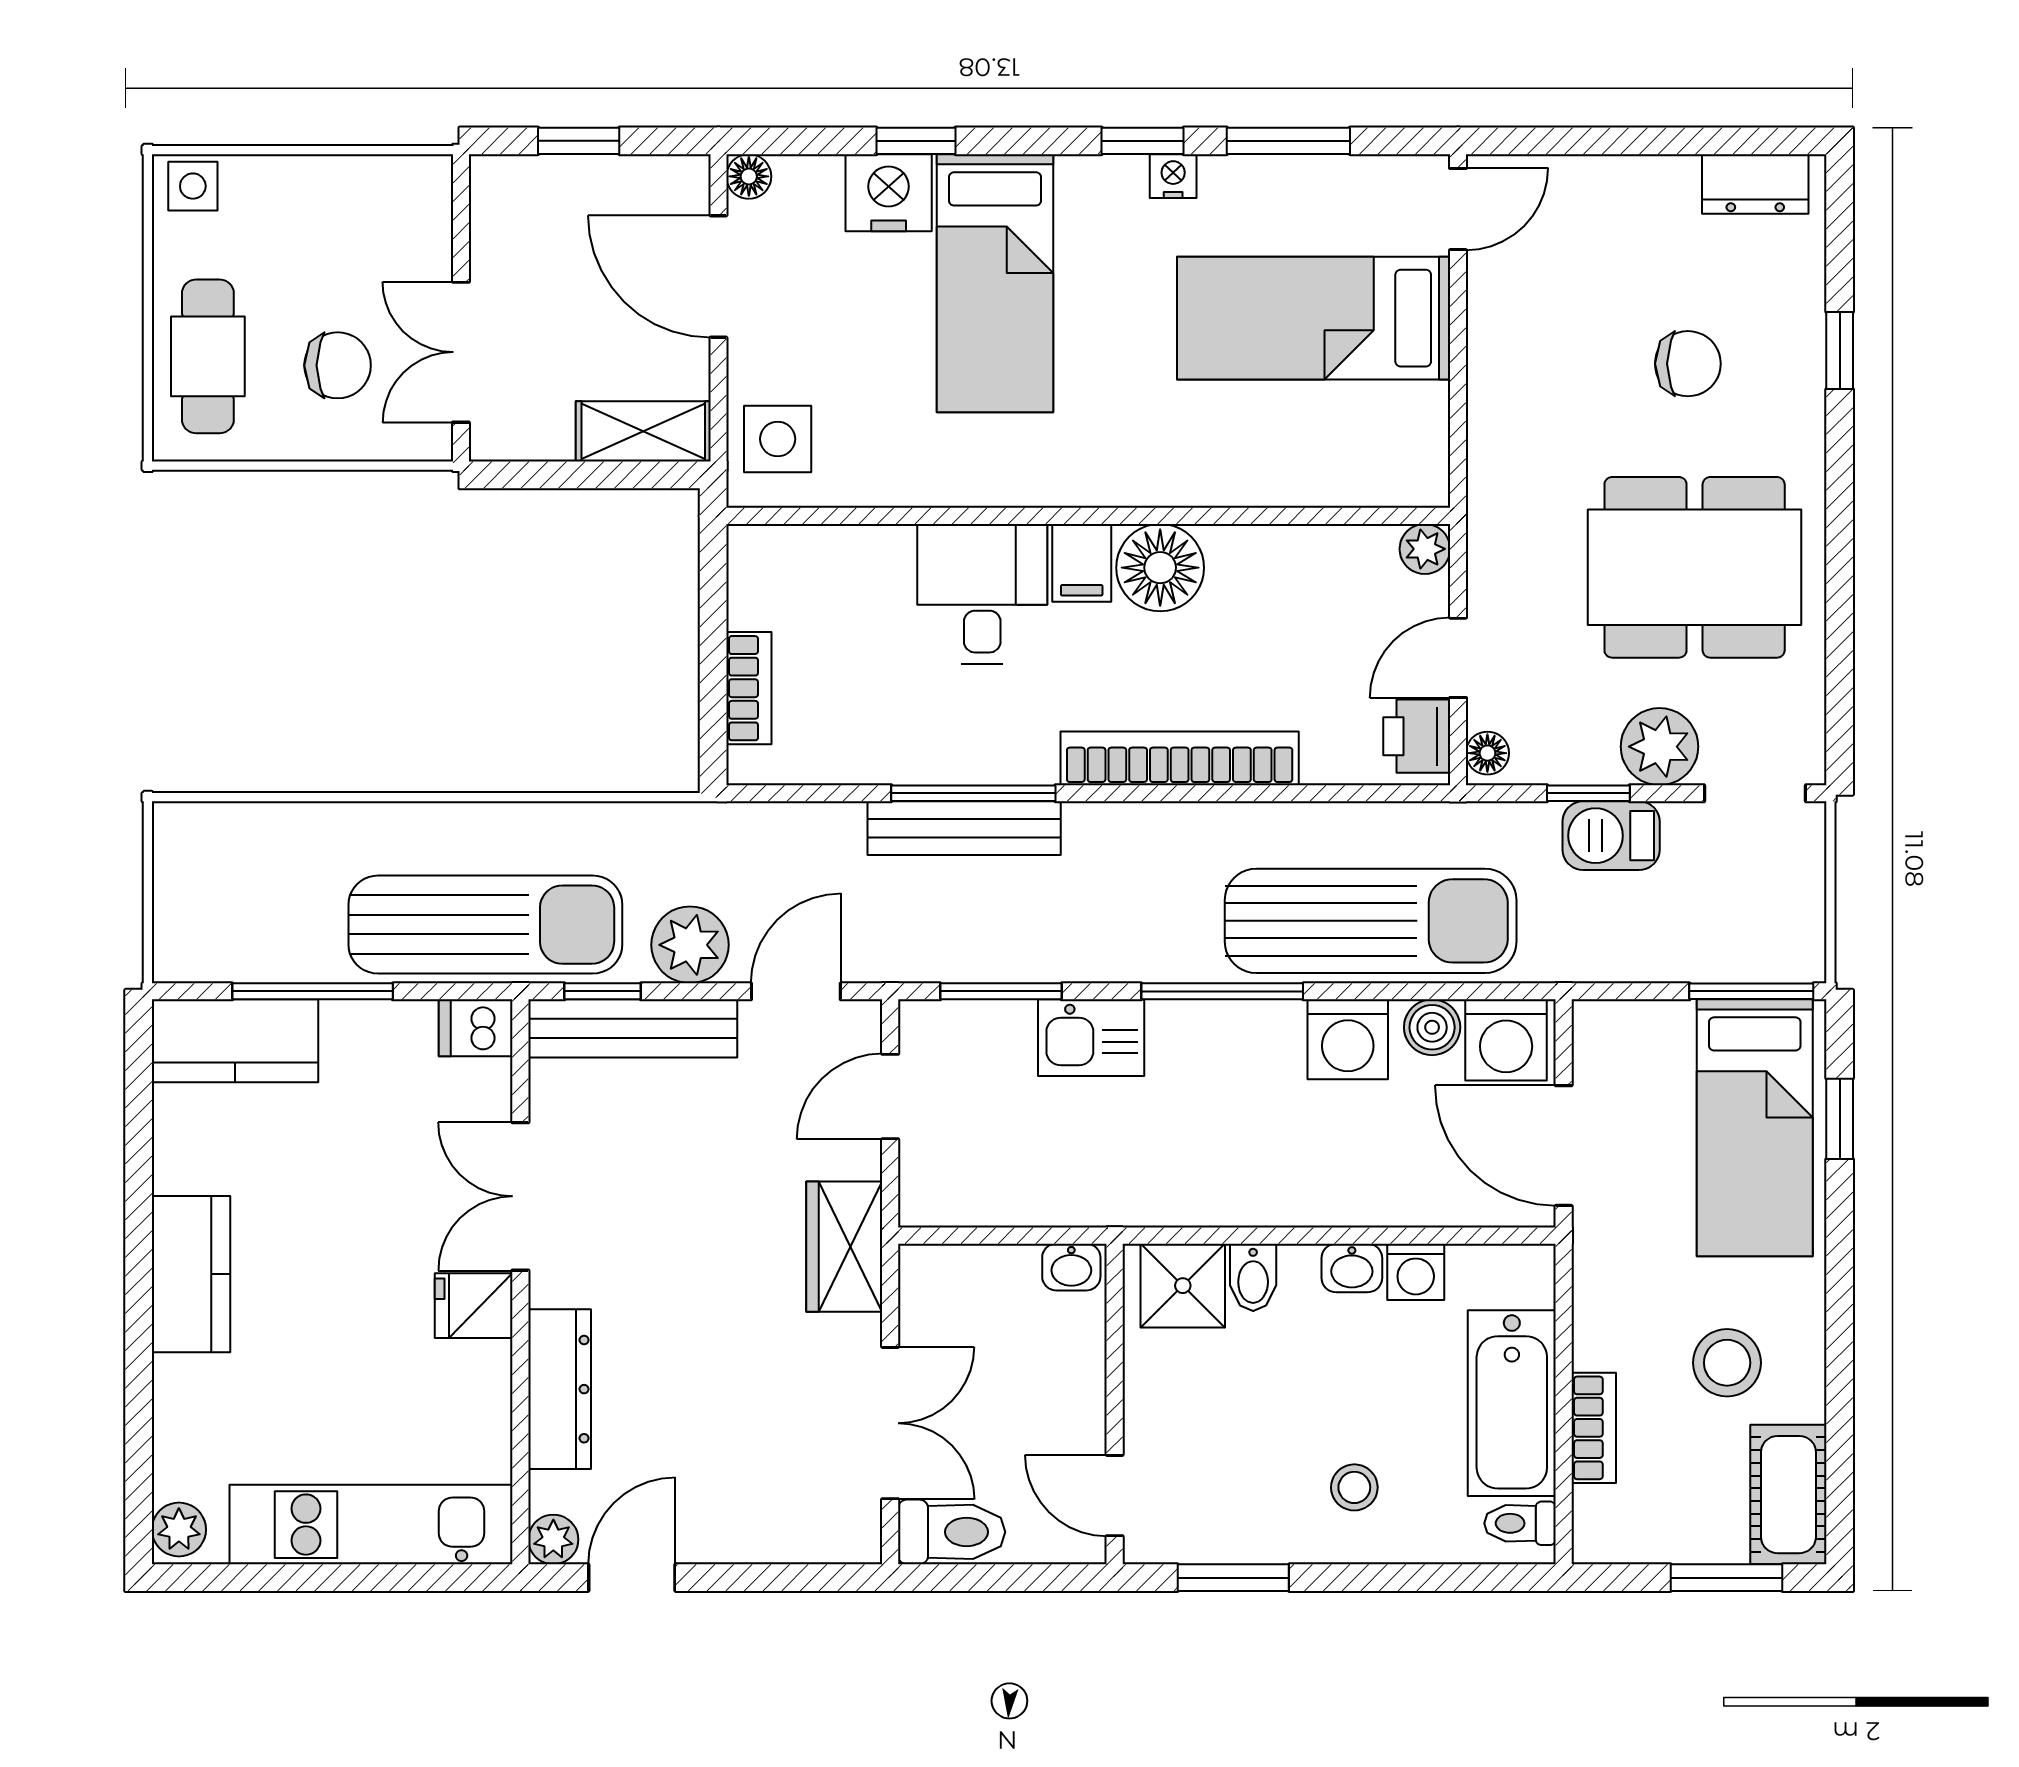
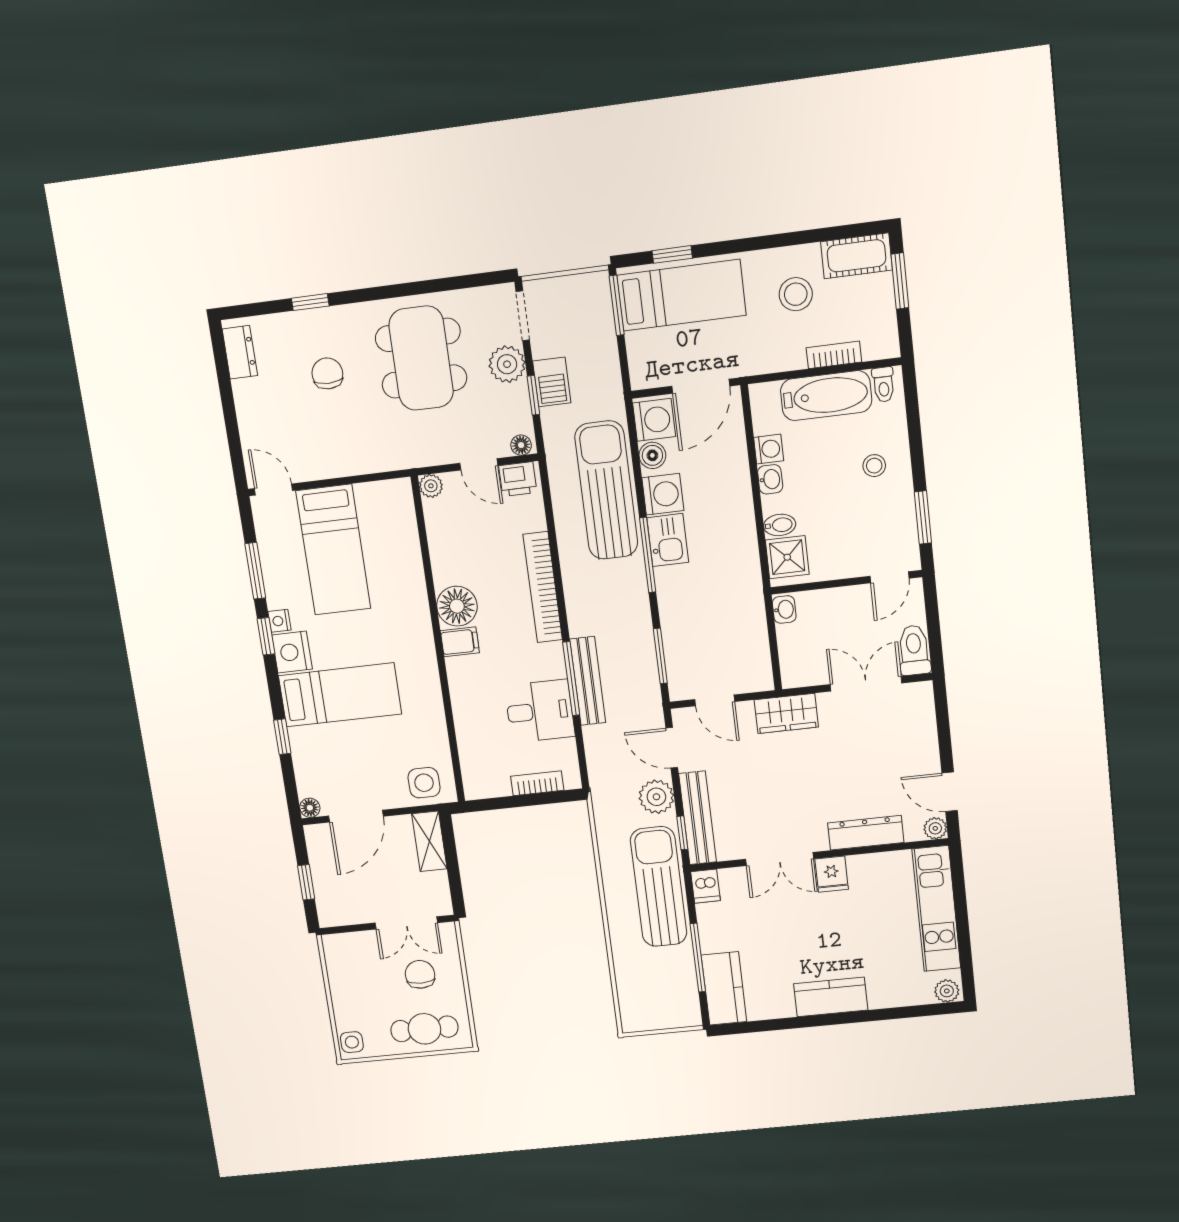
nightstand: (889, 193) -> (292, 652), moved
desk: (982, 594) -> (540, 711), moved, turned 180
kitchen sink: (1091, 1038) -> (668, 540), moved

